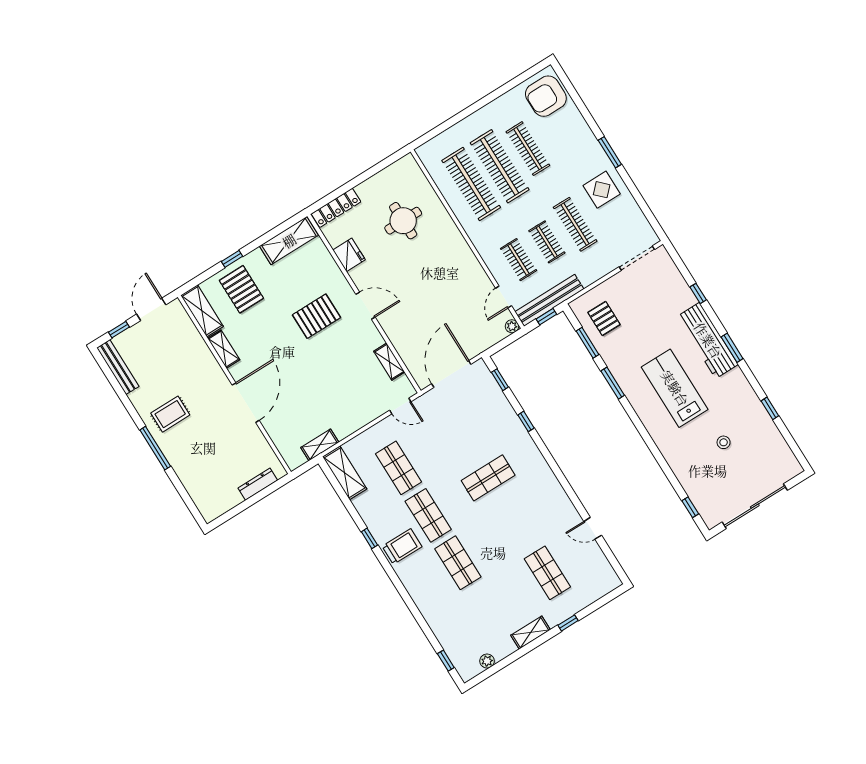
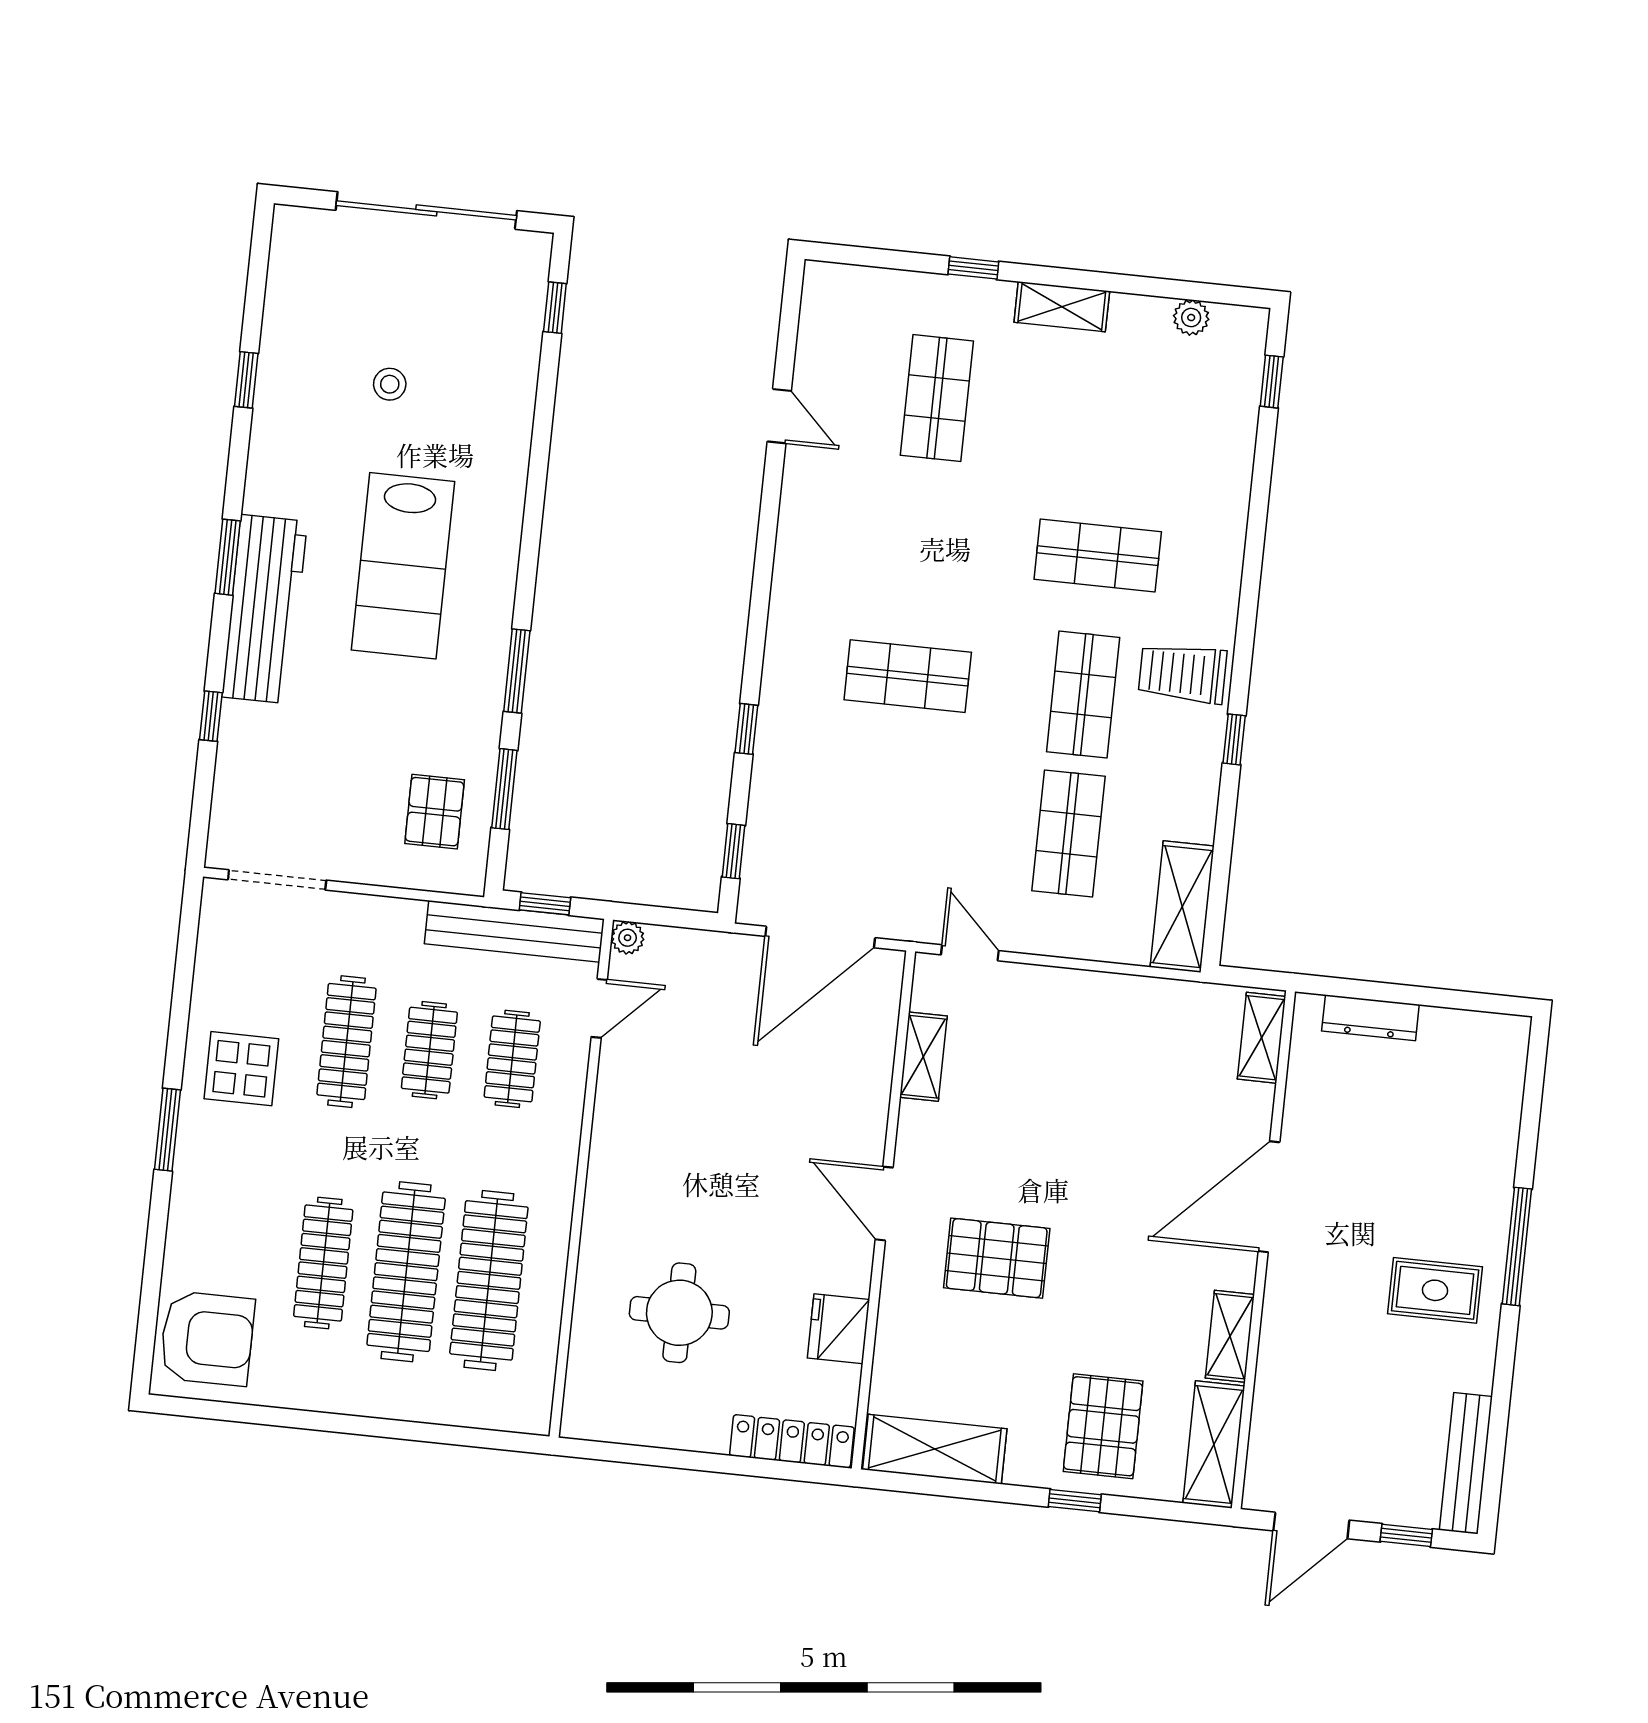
shelving: (320, 445) -> (1262, 1038), moved, turned 90
shop shelf: (458, 563) -> (1098, 556), turned 90

